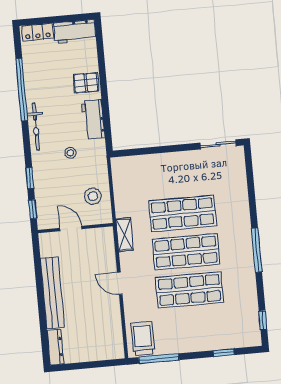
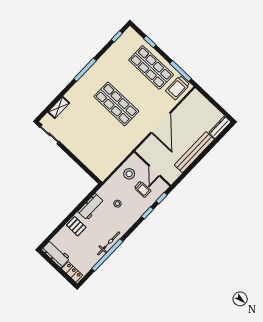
bicycle: (36, 127) -> (109, 243), moved
trolley: (62, 196) -> (143, 189), added
shop shelf: (183, 213) -> (99, 122), removed
shelving: (125, 235) -> (59, 108), moved
door: (120, 283) -> (160, 123), width x1.88
shop shelf: (190, 290) -> (151, 67), moved

